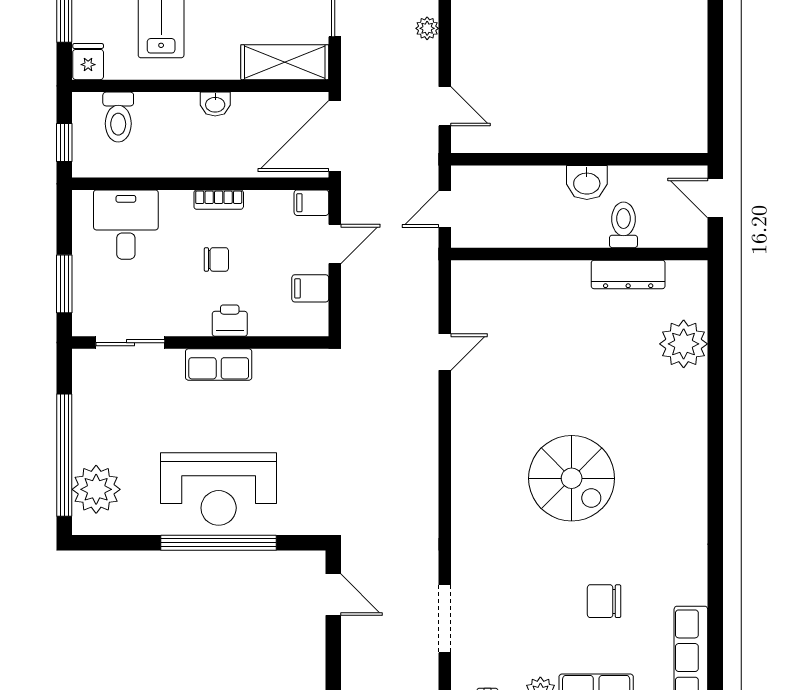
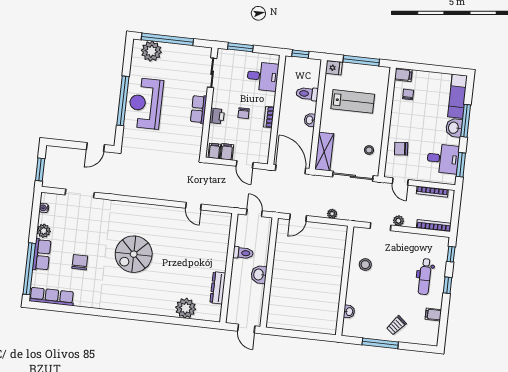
toilet: (118, 117) -> (307, 94), moved
door: (715, 198) -> (246, 328), swing flipped
filing cabinet: (311, 203) -> (214, 151), moved
toilet: (623, 225) -> (243, 253), moved

